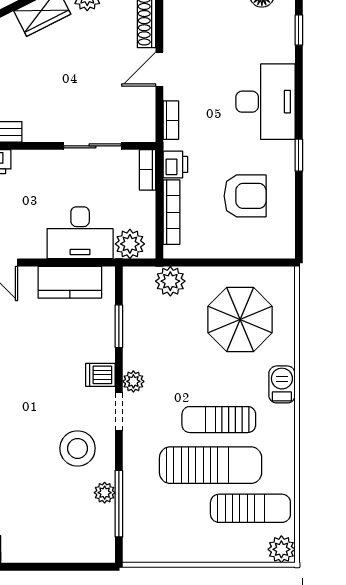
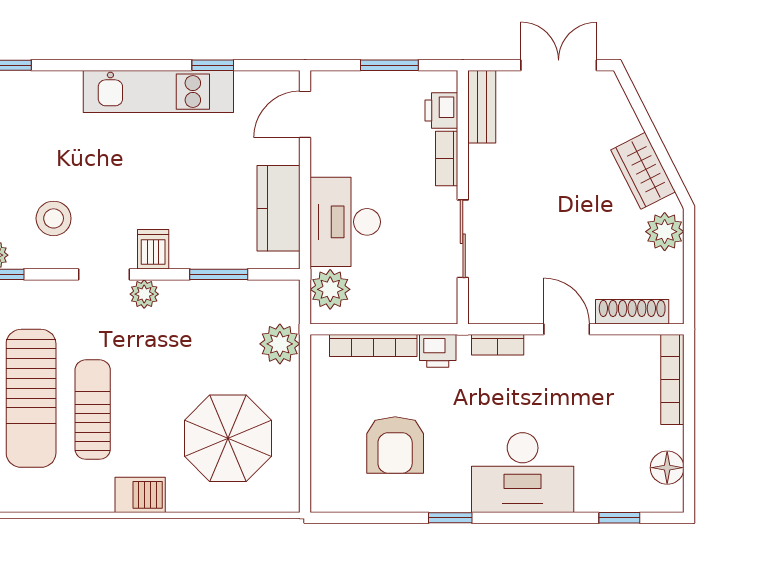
bookcase: (148, 170) -> (447, 159), moved, turned -90
stool: (78, 448) -> (54, 218), width x0.73, depth x0.73

